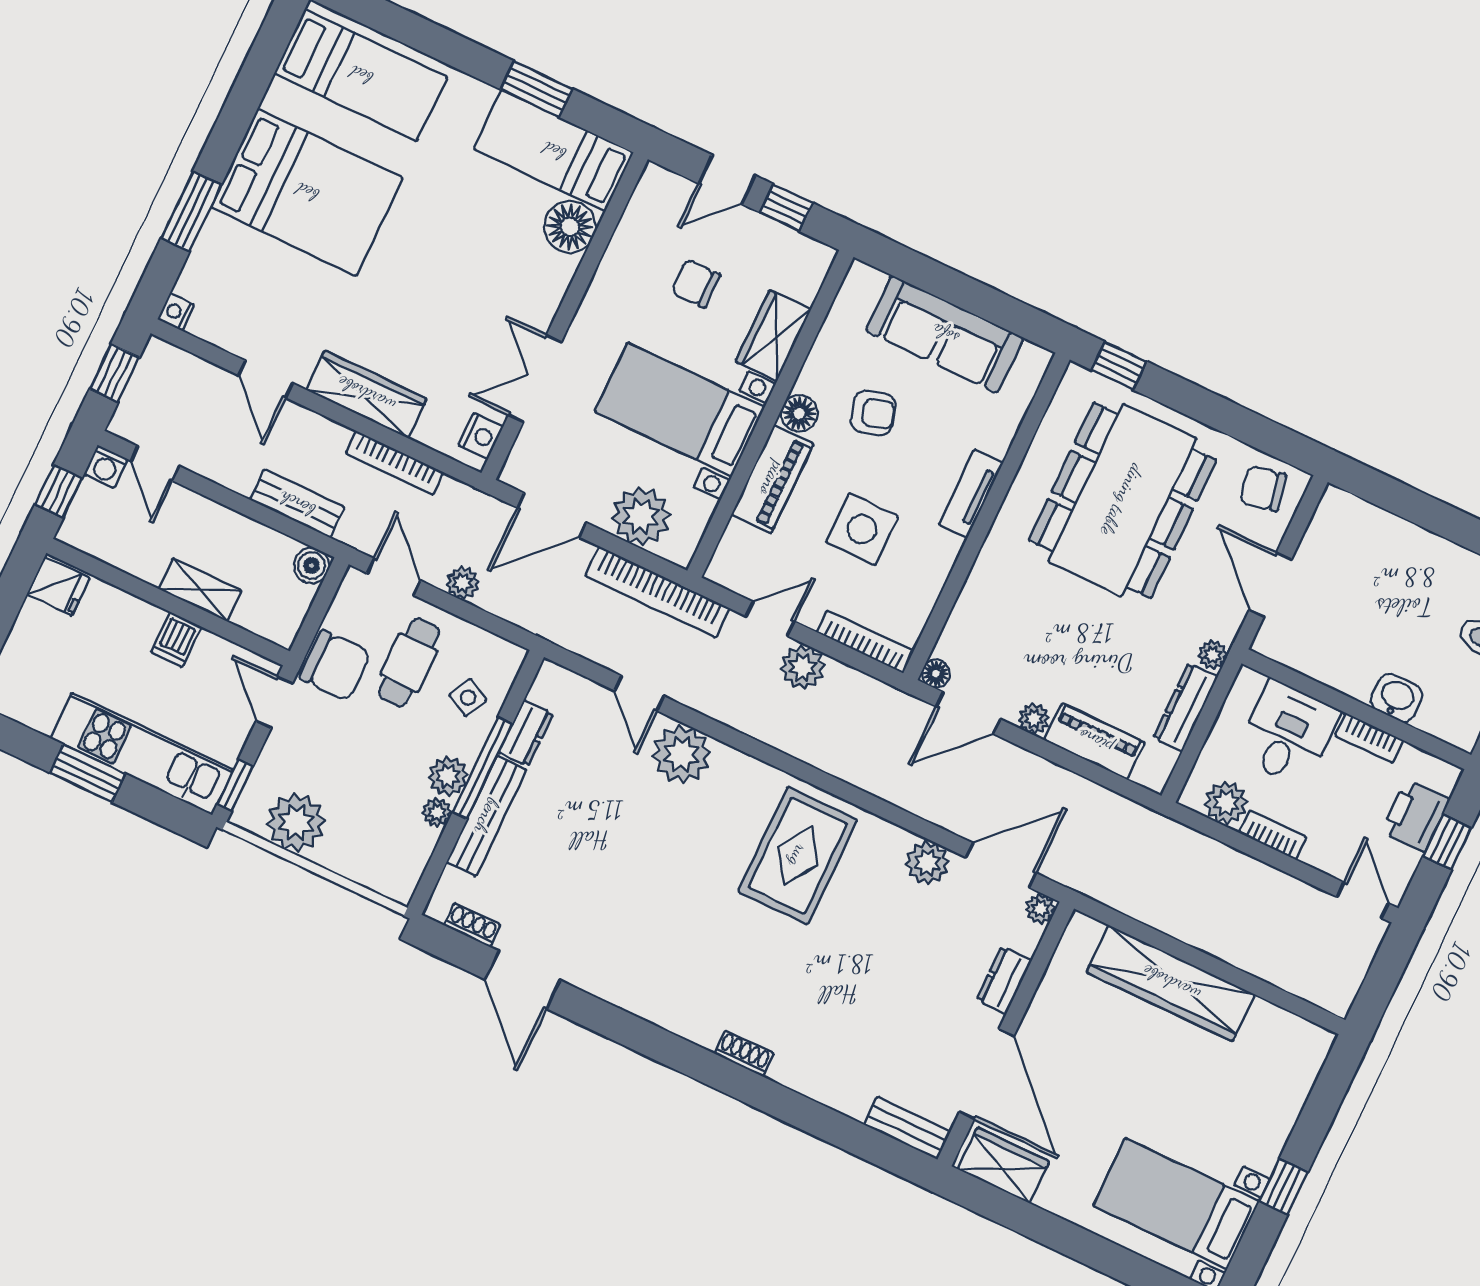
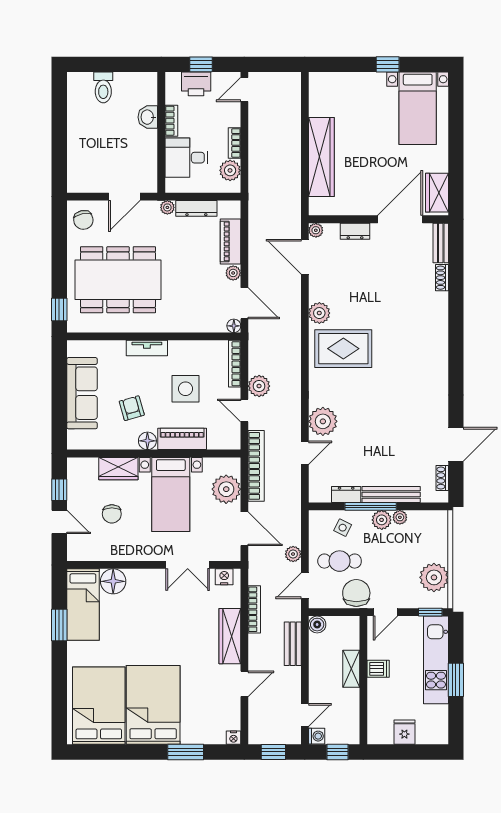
bed: (361, 75) -> (99, 706), width x1.50
fridge: (58, 586) -> (404, 732), moved
plant: (927, 863) -> (319, 313), moved
shoe rack: (744, 1053) -> (442, 278), moved

